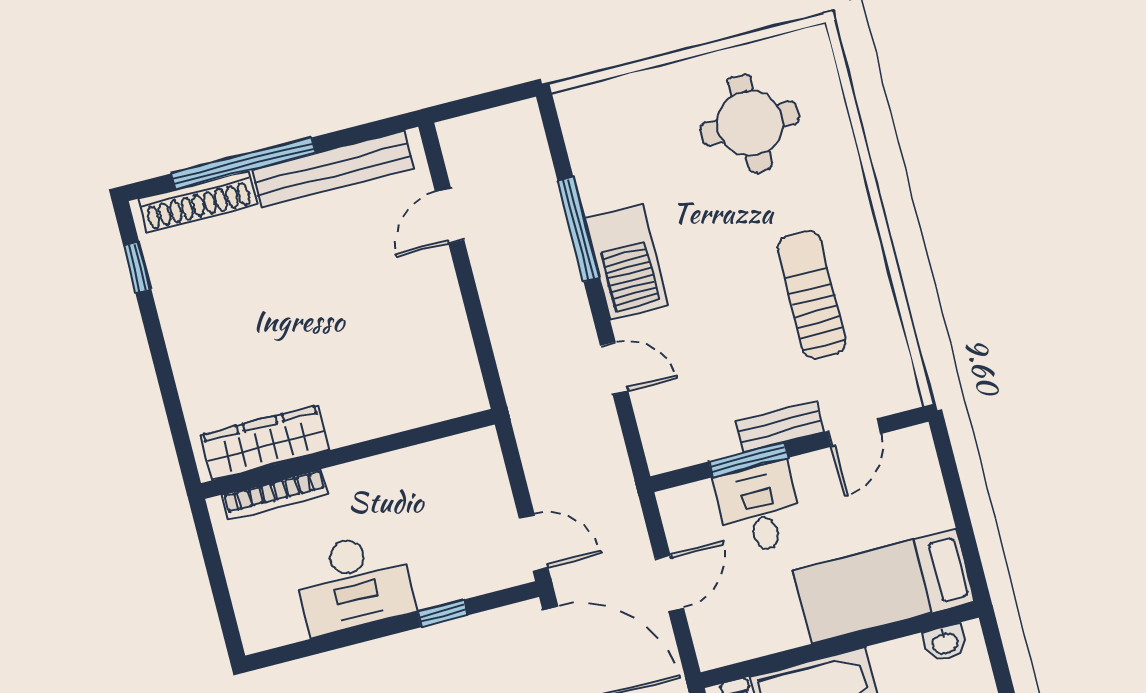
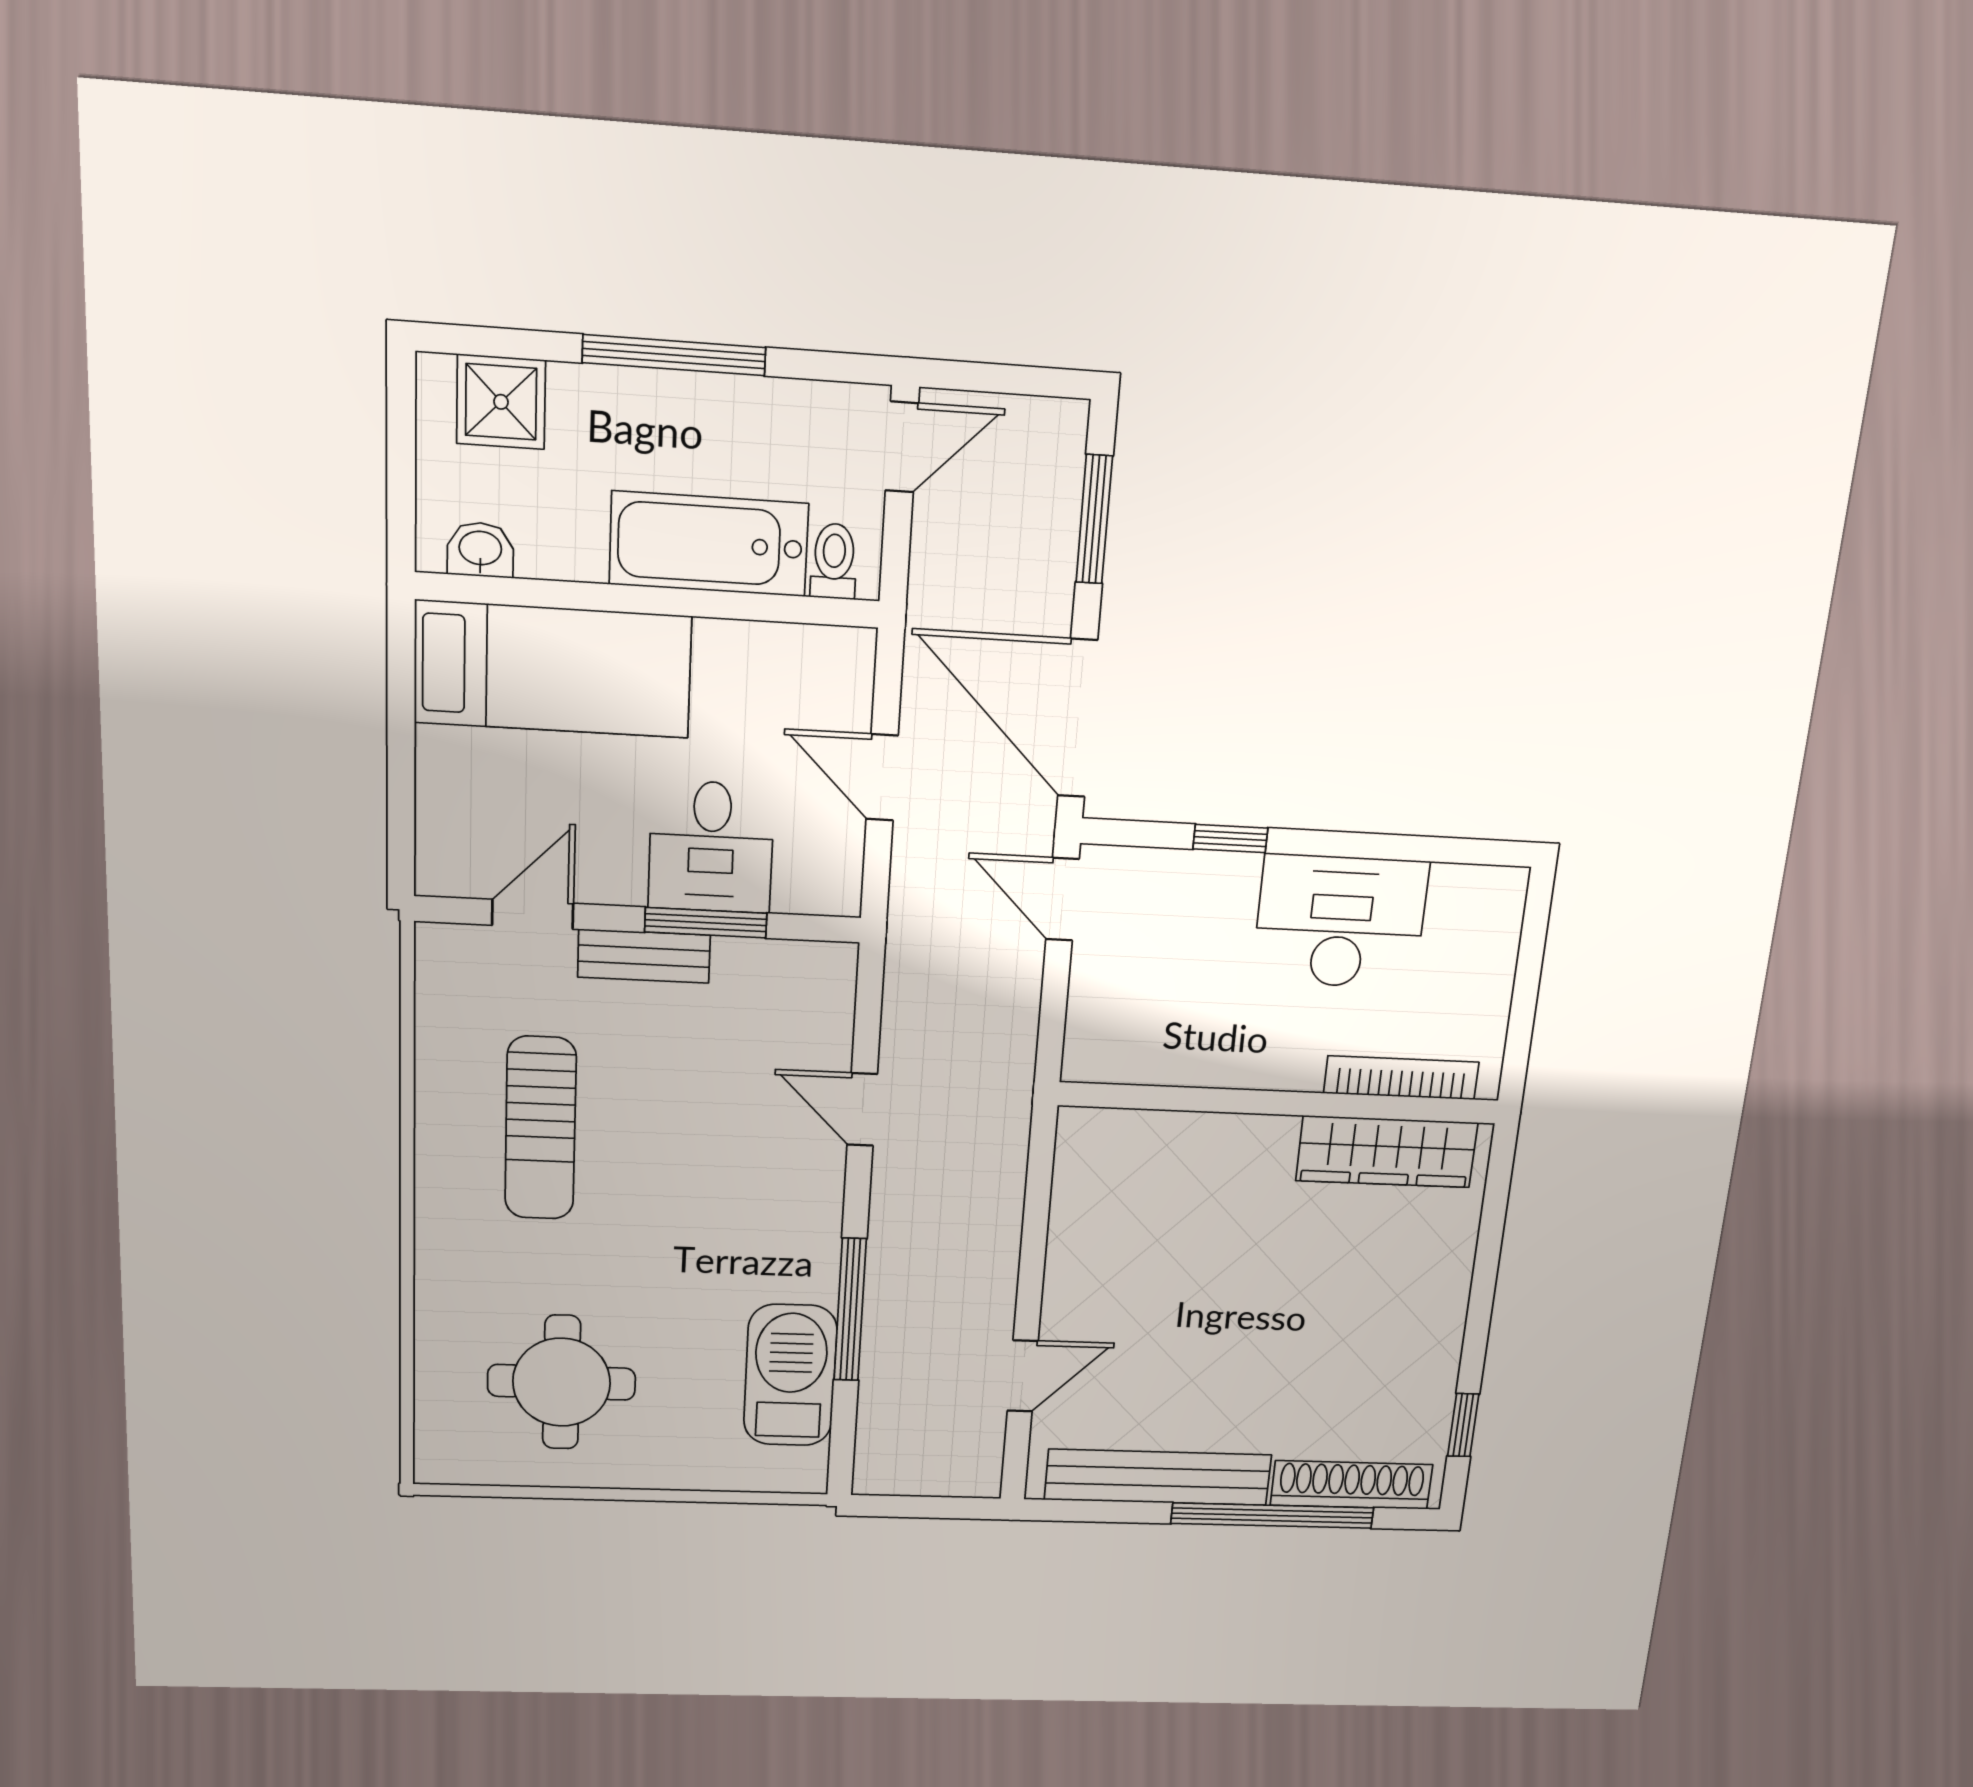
barbecue: (626, 262) -> (790, 1375), moved
door: (669, 583) -> (882, 777), hinge flipped

